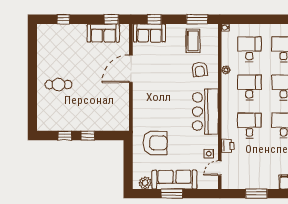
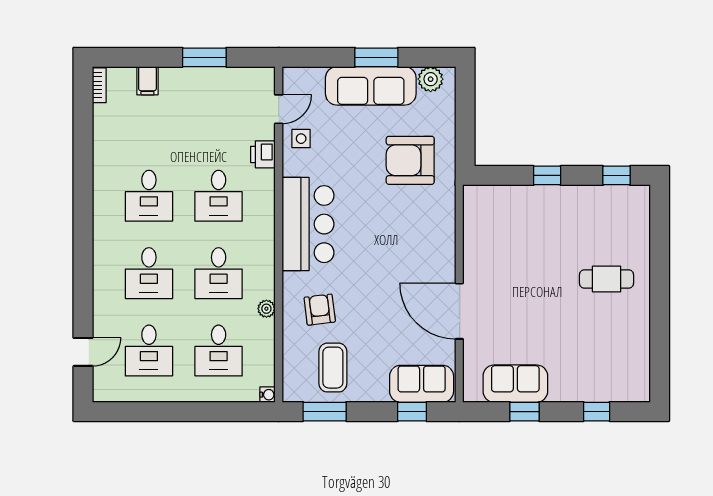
window: (111, 19) -> (524, 412), moved
door: (131, 69) -> (459, 311), swing flipped
window: (65, 135) -> (617, 175), moved

